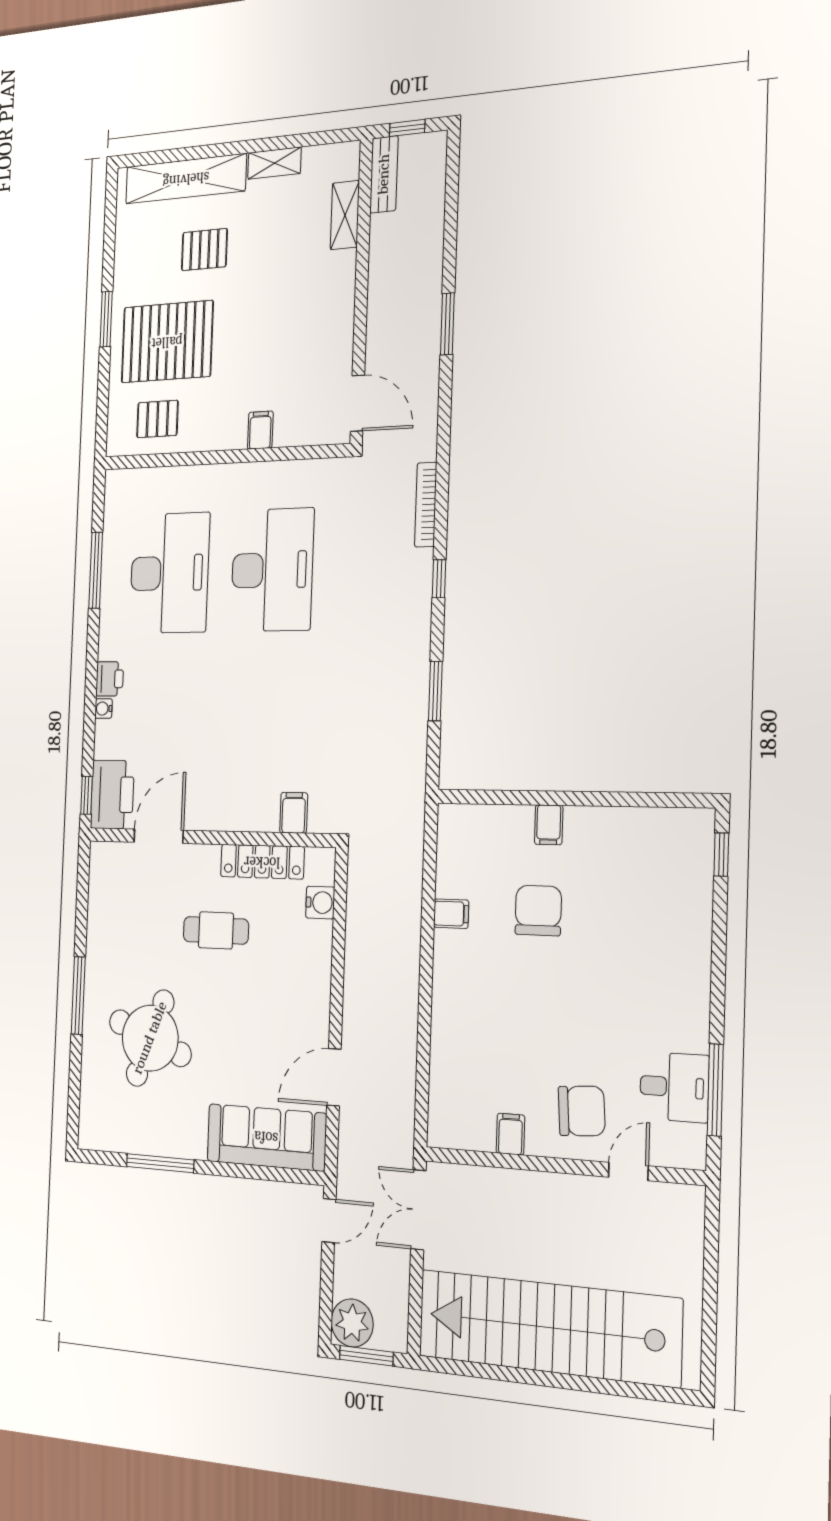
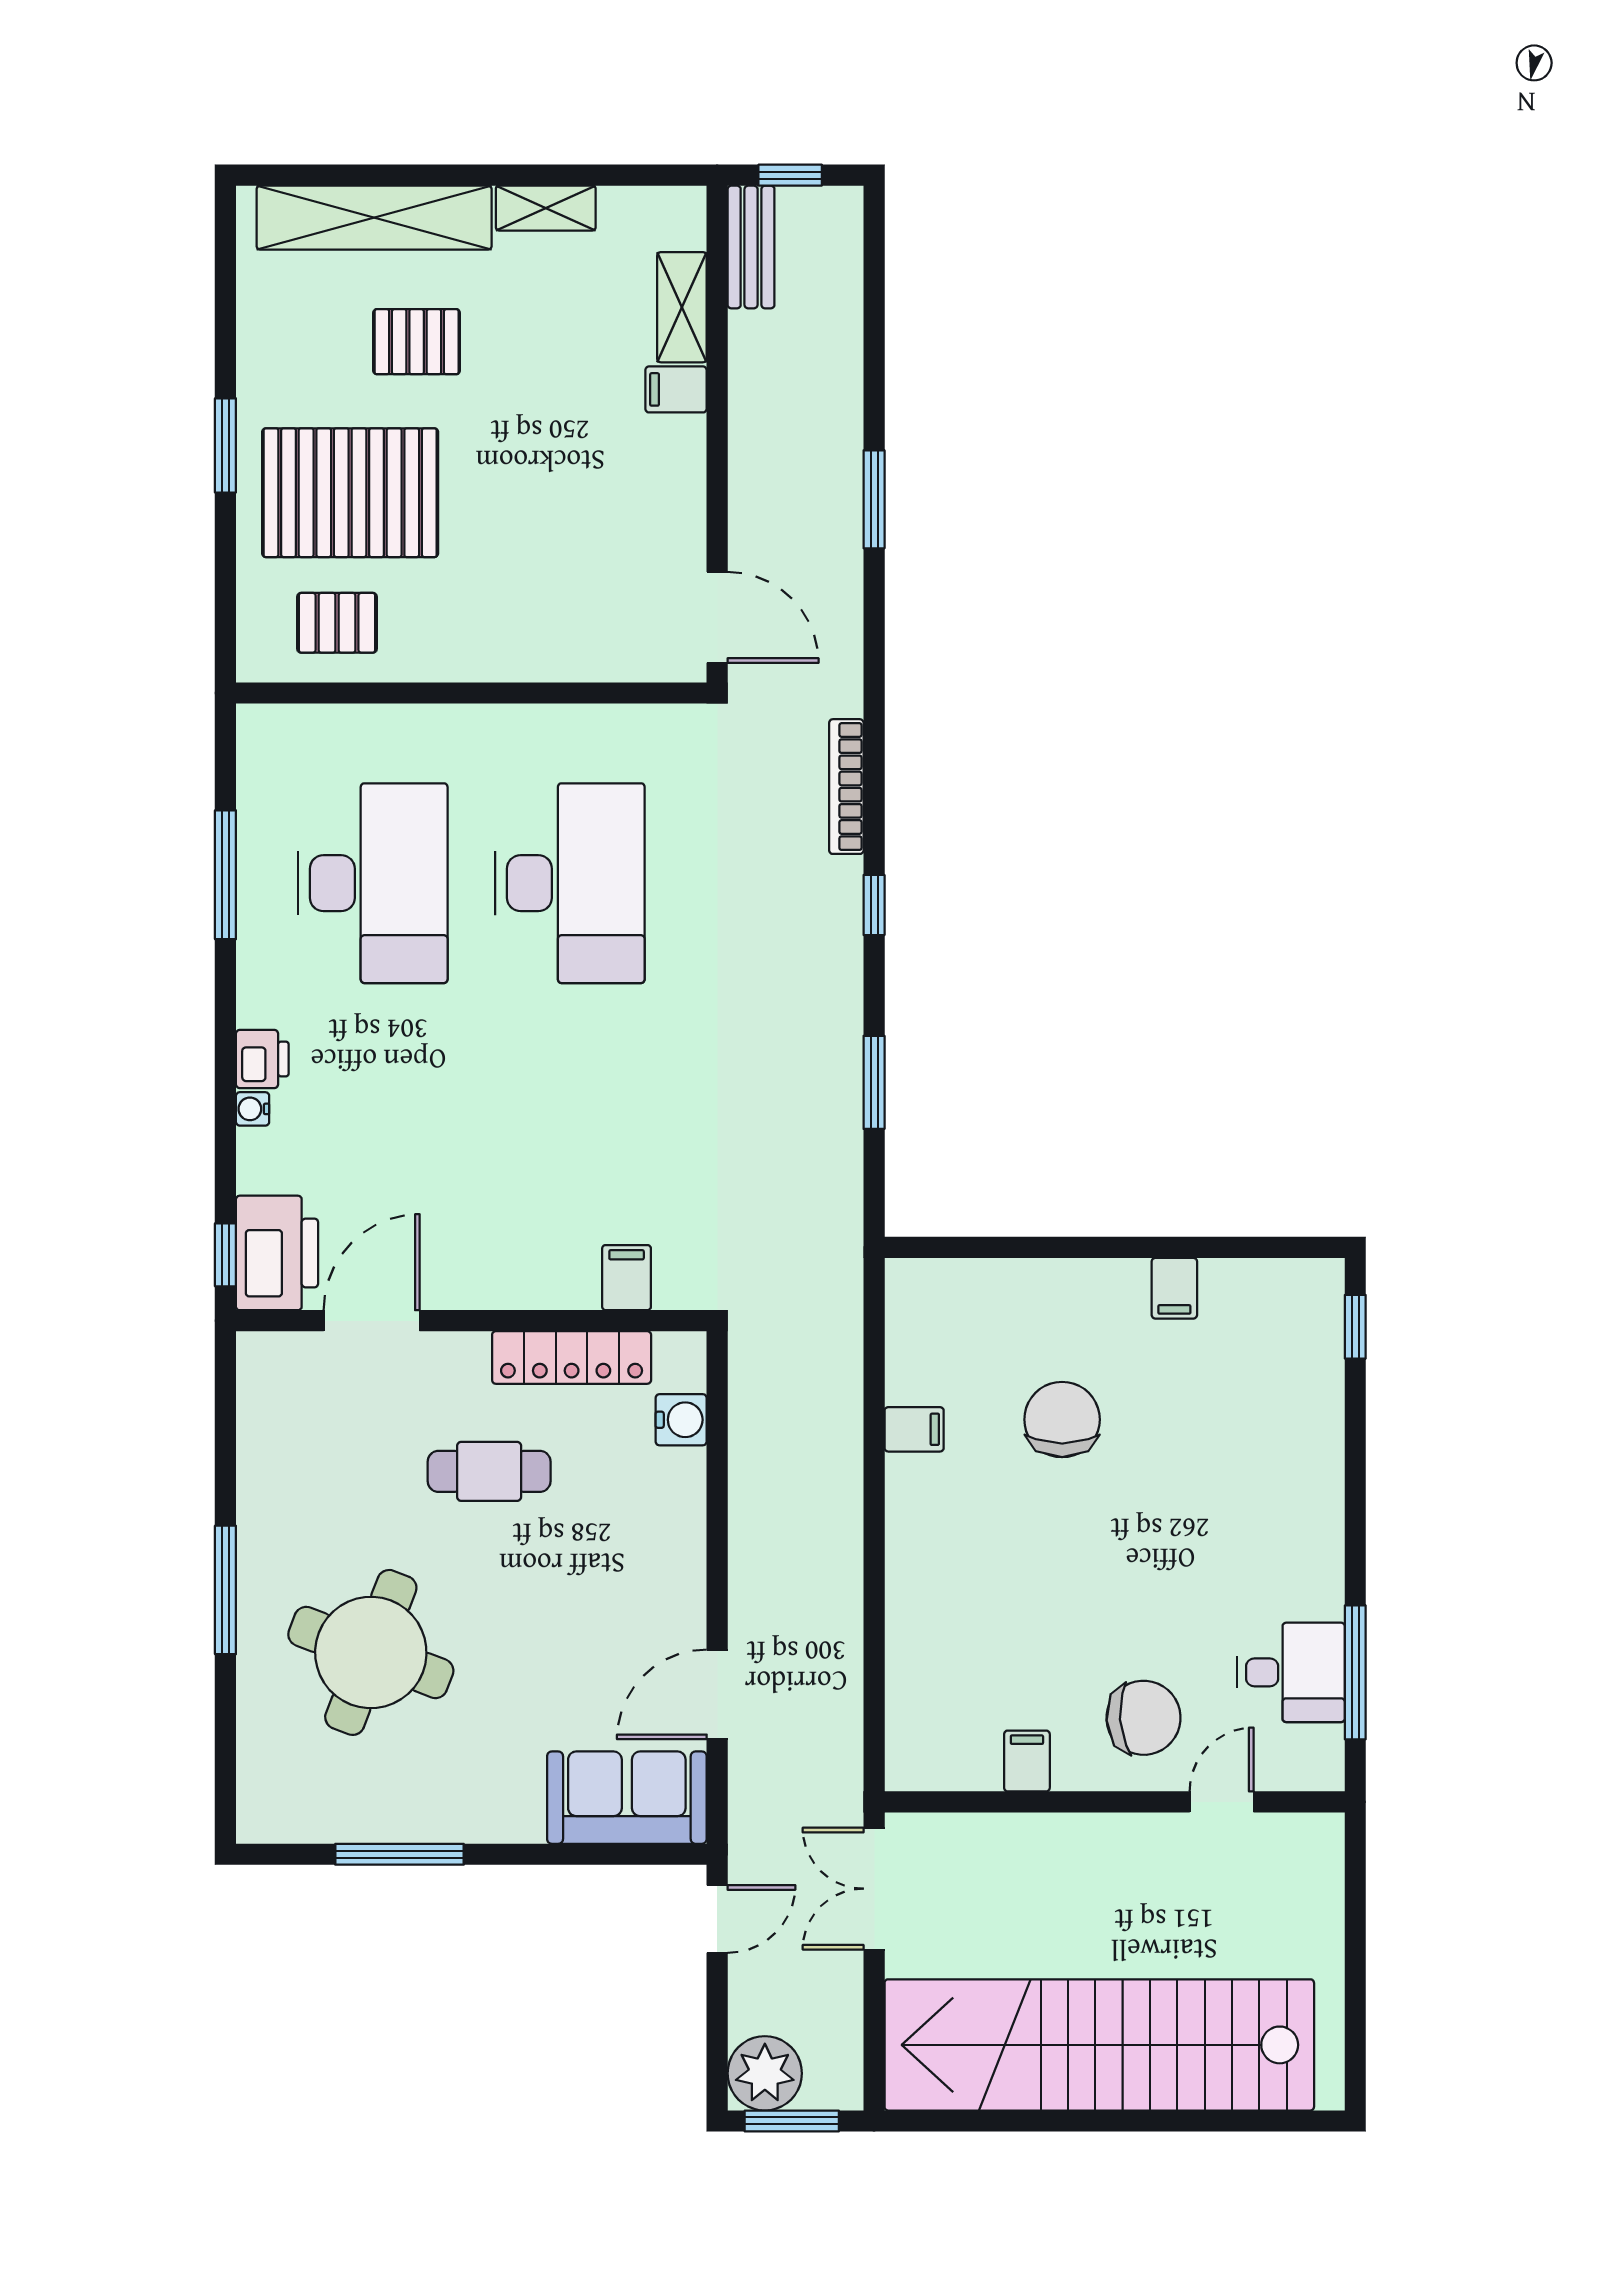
filing cabinet: (260, 430) -> (676, 389), moved, turned -90
filing cabinet: (549, 825) -> (1174, 1288), moved
sofa: (266, 1137) -> (627, 1798), width x0.73

